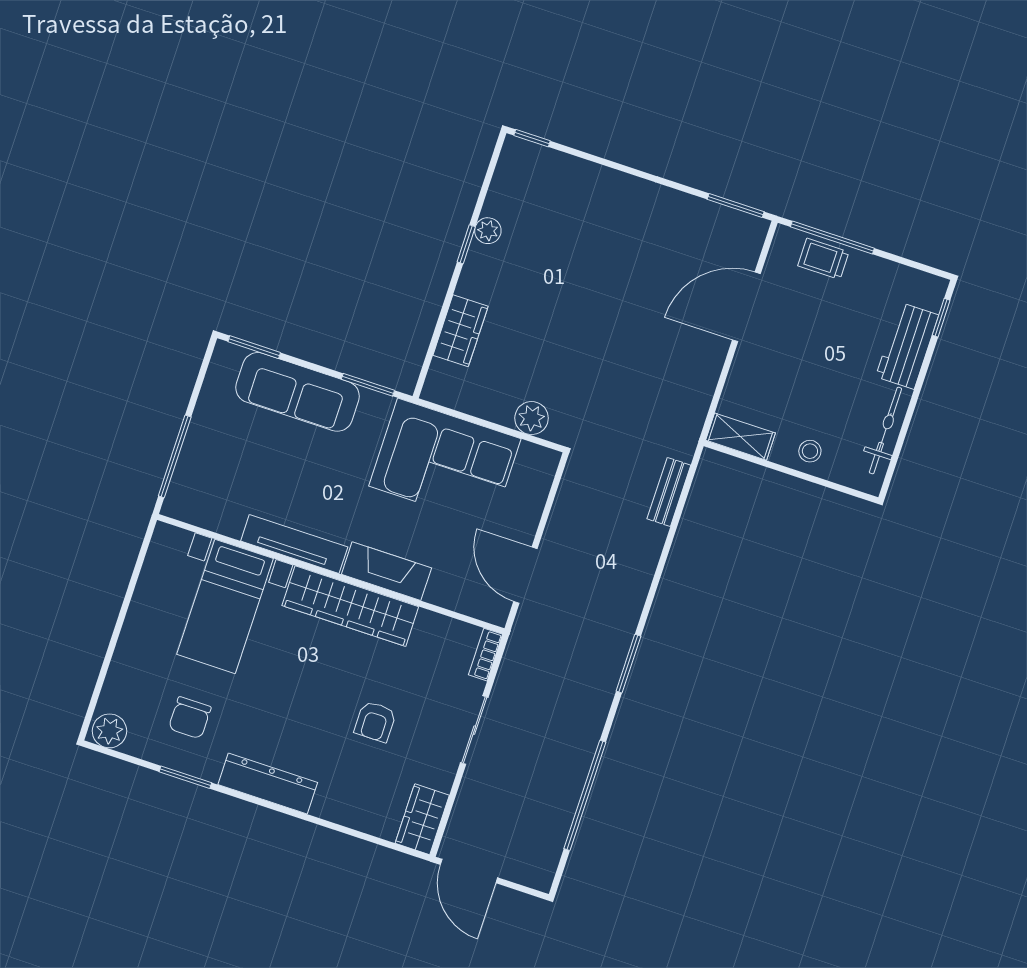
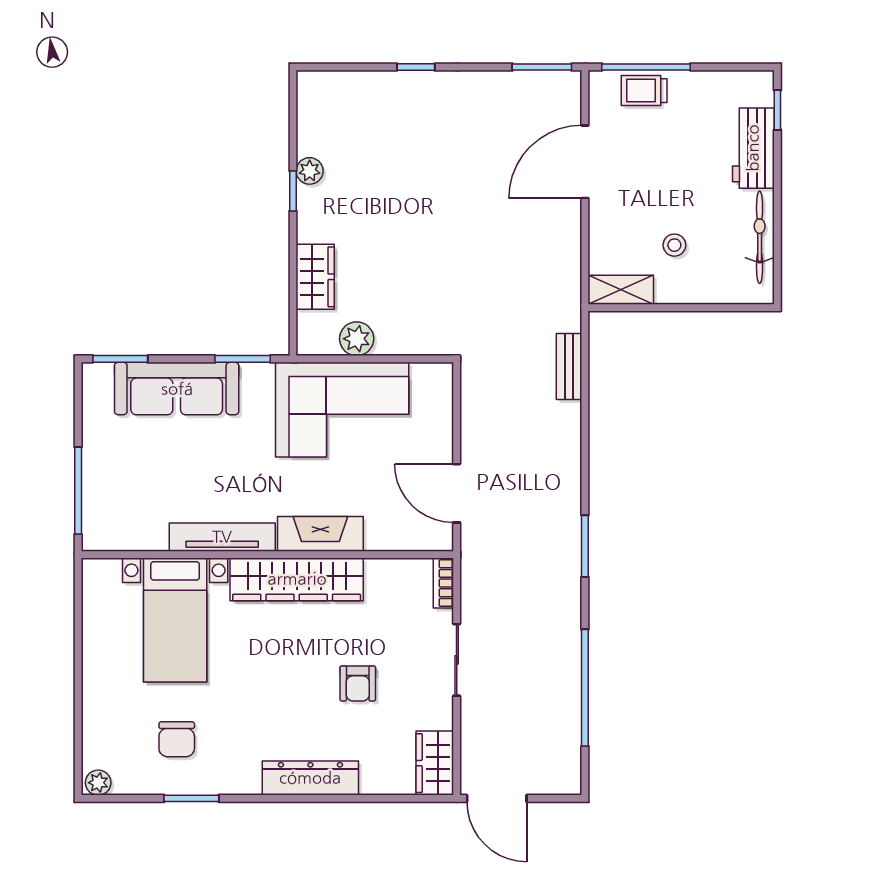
window: (532, 138) -> (416, 67), moved
plant: (532, 418) -> (357, 339), moved
stool: (810, 451) -> (674, 245), moved
plant: (109, 731) -> (98, 783), width x0.73, depth x0.73
dresser: (268, 784) -> (310, 778), moved

